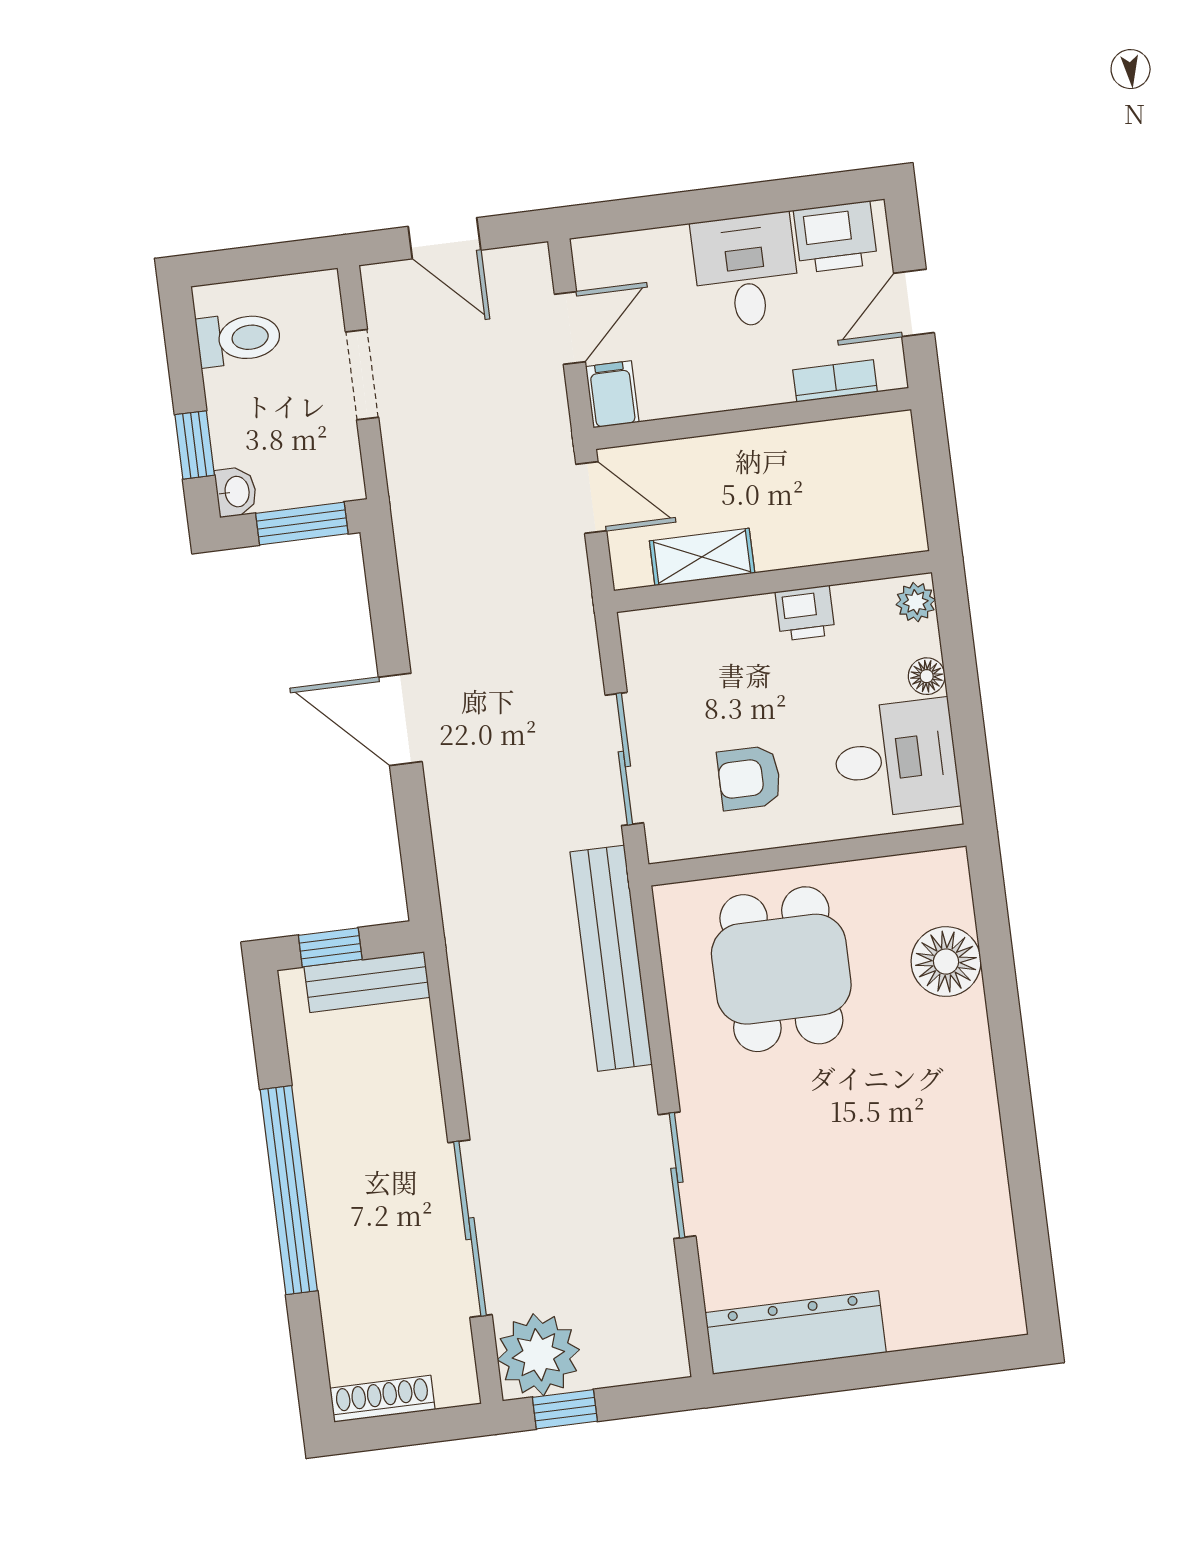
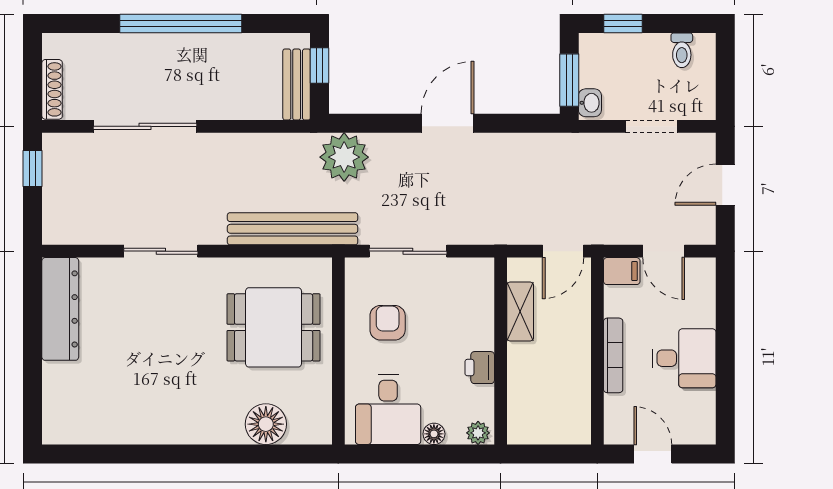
printer: (836, 237) -> (697, 413), removed
toilet: (239, 339) -> (682, 50), width x0.73, depth x0.72
bookcase: (835, 381) -> (613, 355), moved, width x1.56
washbasin: (236, 492) -> (590, 103), moved, turned -90
plant: (538, 1355) -> (344, 157), moved
shoe rack: (382, 1399) -> (52, 89), moved

